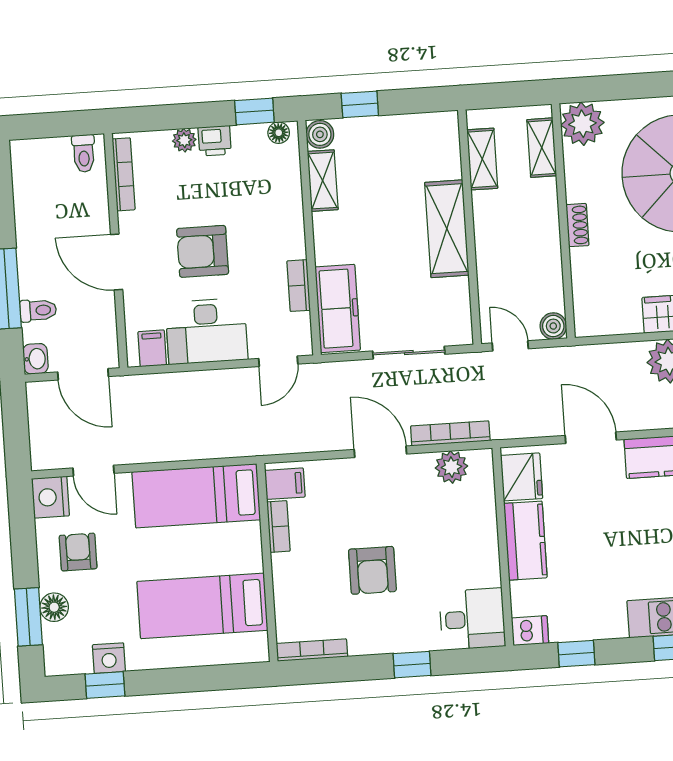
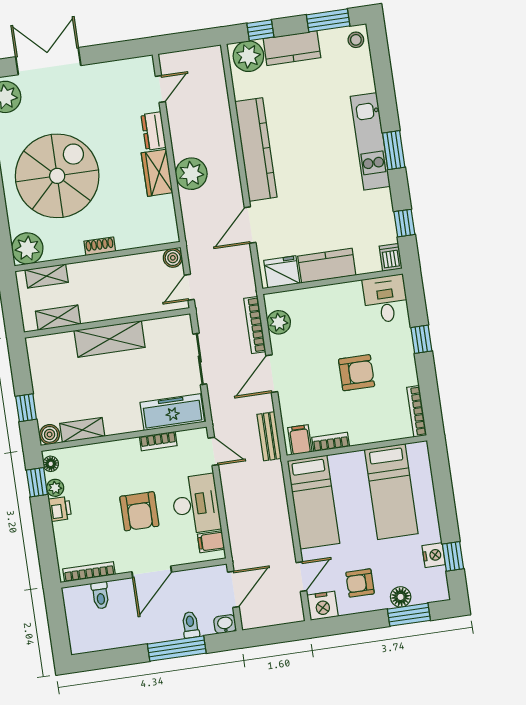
plant: (184, 140) -> (55, 488), moved
toilet: (84, 153) -> (100, 595), moved, turned 90
bench: (293, 441) -> (269, 436), added

